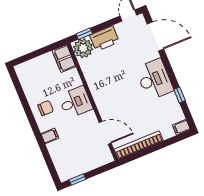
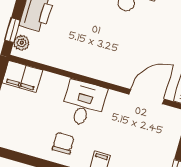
plant: (83, 48) -> (22, 43), width x0.53, depth x0.53

